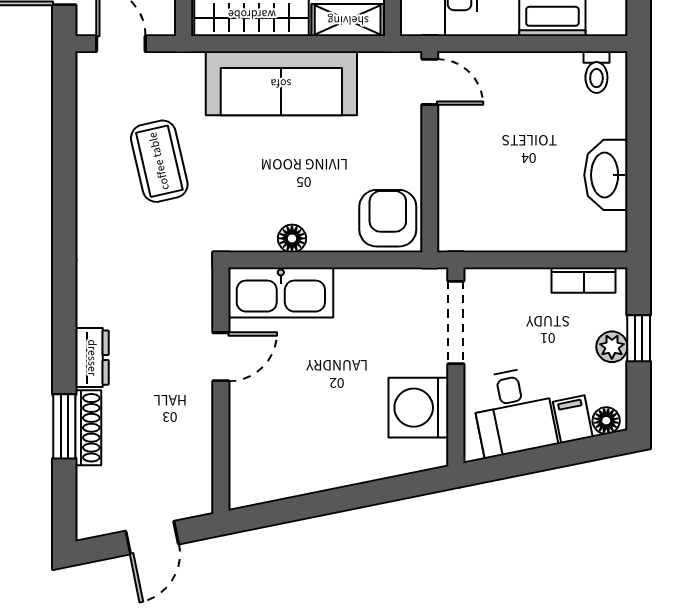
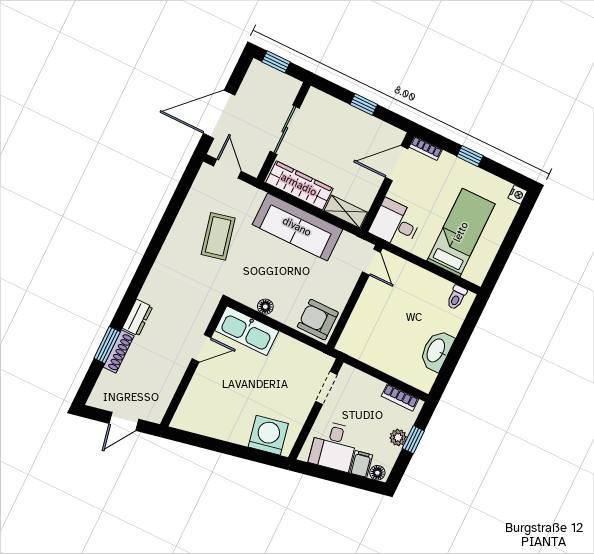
armchair: (388, 218) -> (318, 320), turned -90
doorway: (456, 323) -> (326, 388), width x0.73
washing machine: (418, 408) -> (268, 435), moved, turned 79

